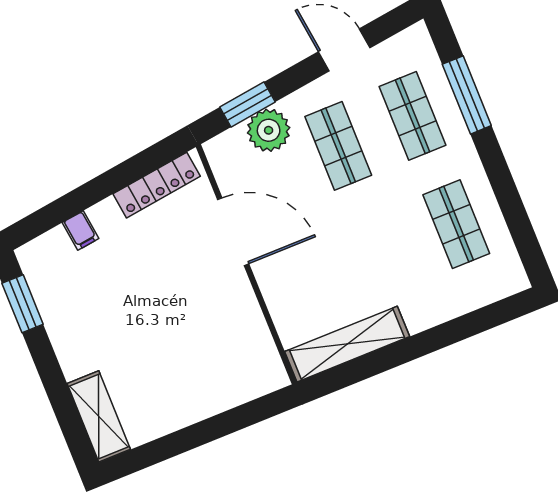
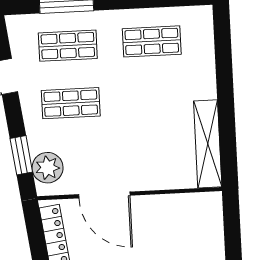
plant: (269, 130) -> (48, 168), moved
door: (233, 232) -> (104, 195), swing flipped

